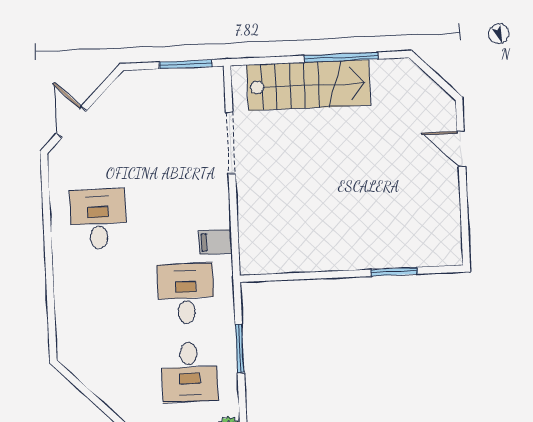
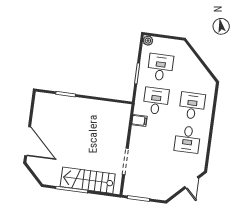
door: (461, 149) -> (28, 141), width x1.88
desk: (186, 293) -> (156, 101), turned 180
desk: (102, 297) -> (192, 106), added

